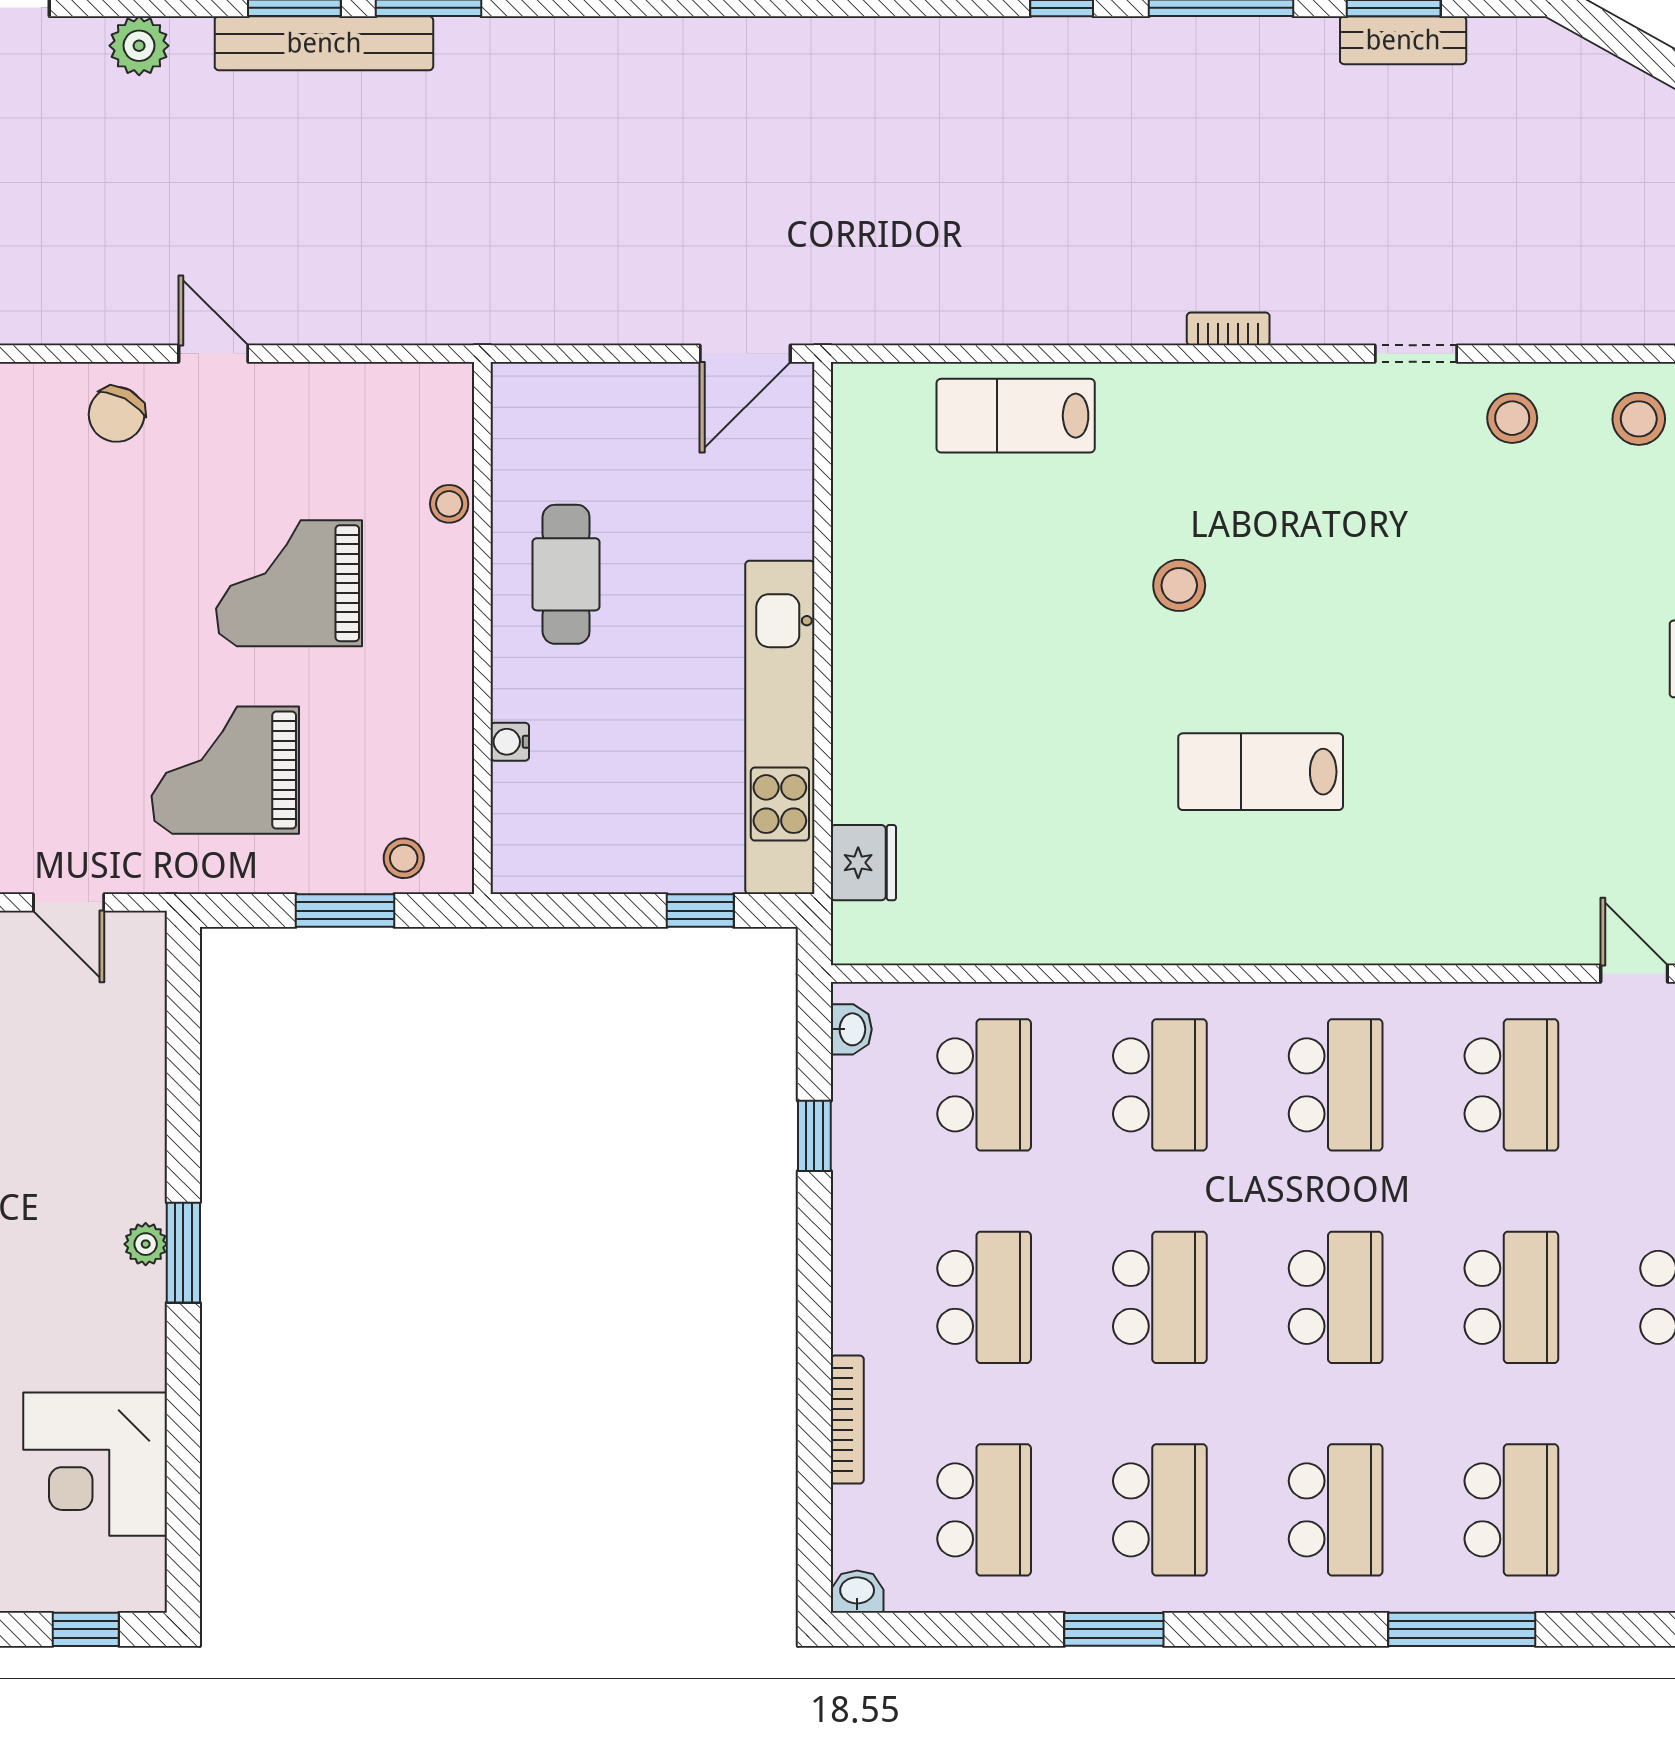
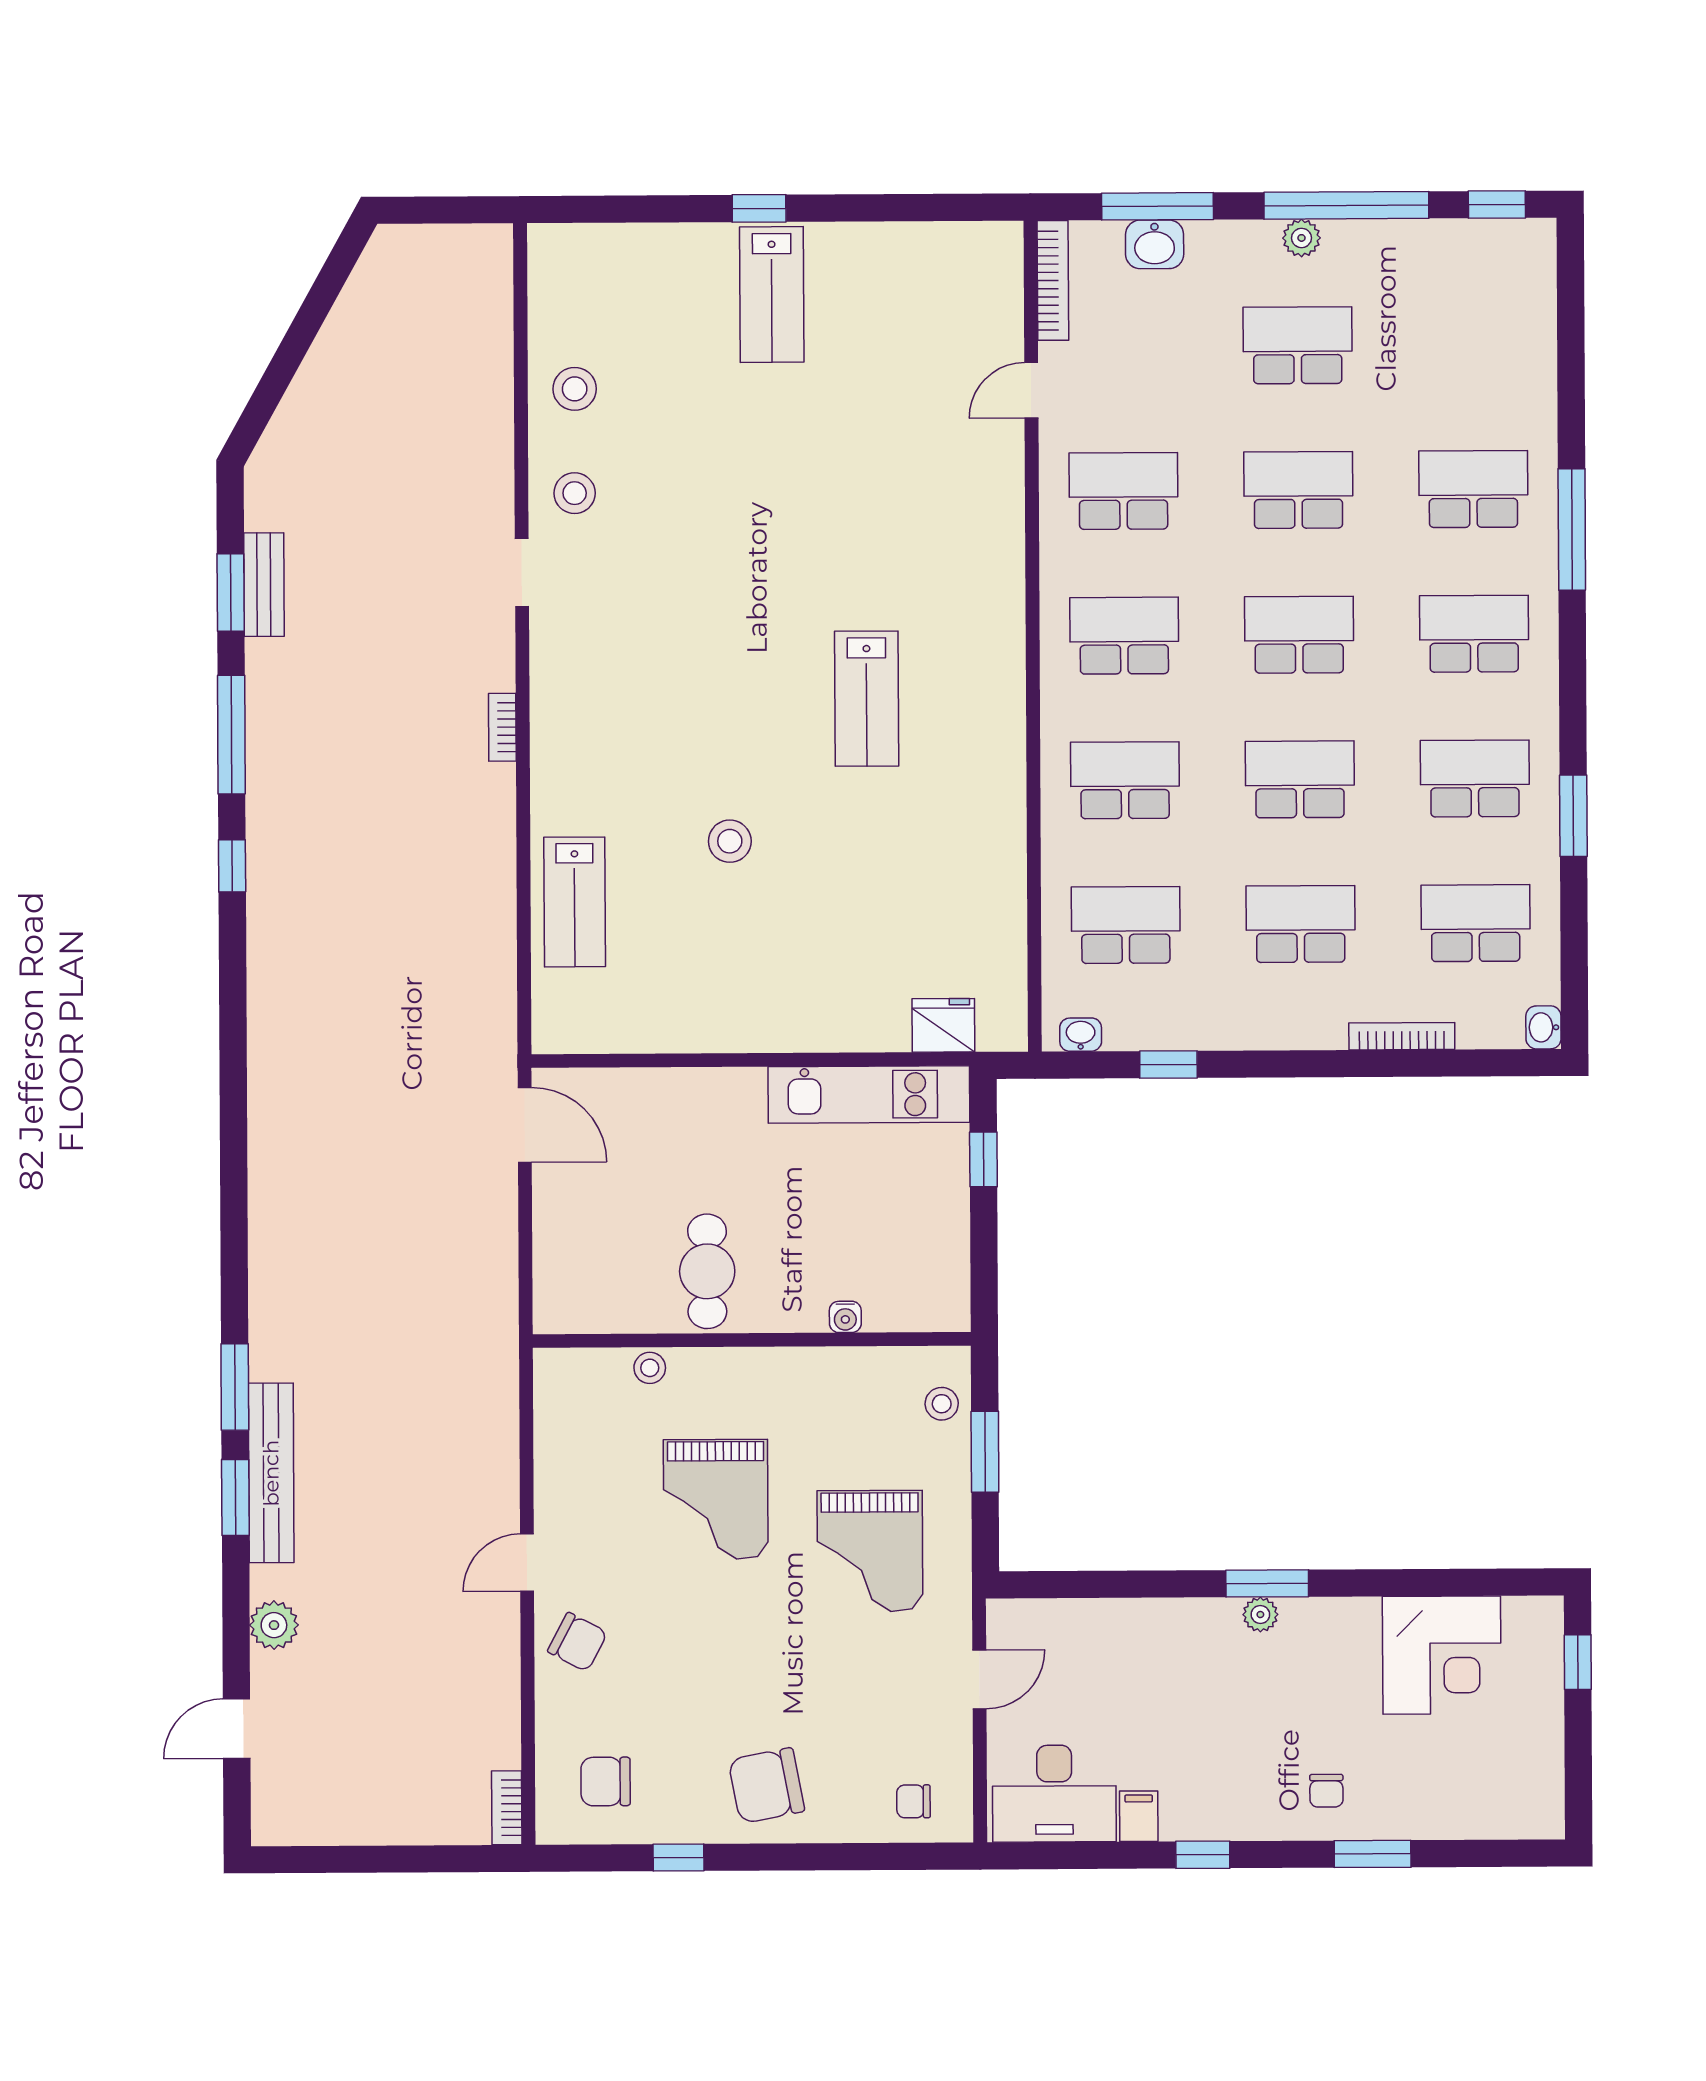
cafe table: (566, 574) -> (707, 1271), turned 90
stool: (1179, 585) -> (730, 841), moved
kitchen unit: (780, 727) -> (869, 1094), width x0.73

